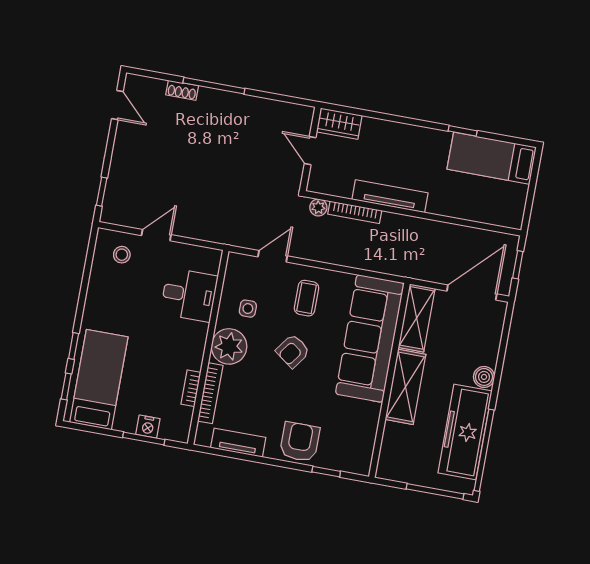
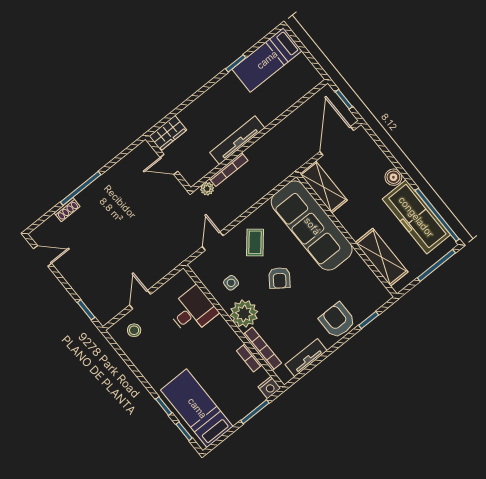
coffee table: (306, 298) -> (255, 242), turned 40
shelving: (406, 387) -> (382, 257), moved
nightstand: (148, 427) -> (269, 387), moved

